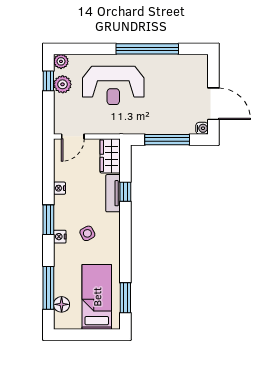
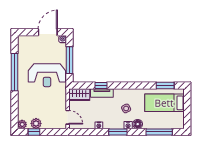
reception desk: (113, 85) -> (47, 75), moved, turned 90
floor lamp: (62, 304) -> (138, 124), moved

